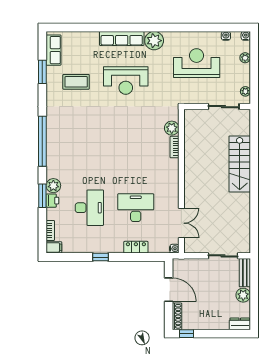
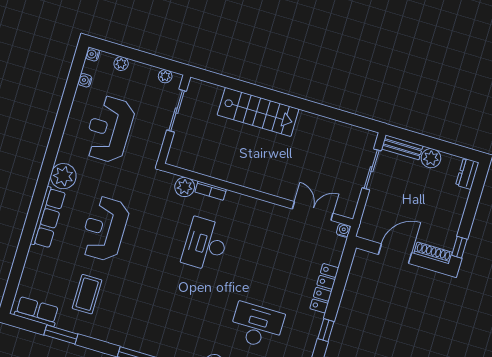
reception desk: (126, 80) -> (105, 229), turned 180
desk: (136, 208) -> (205, 244), moved
locker: (136, 247) -> (324, 288), width x1.53

